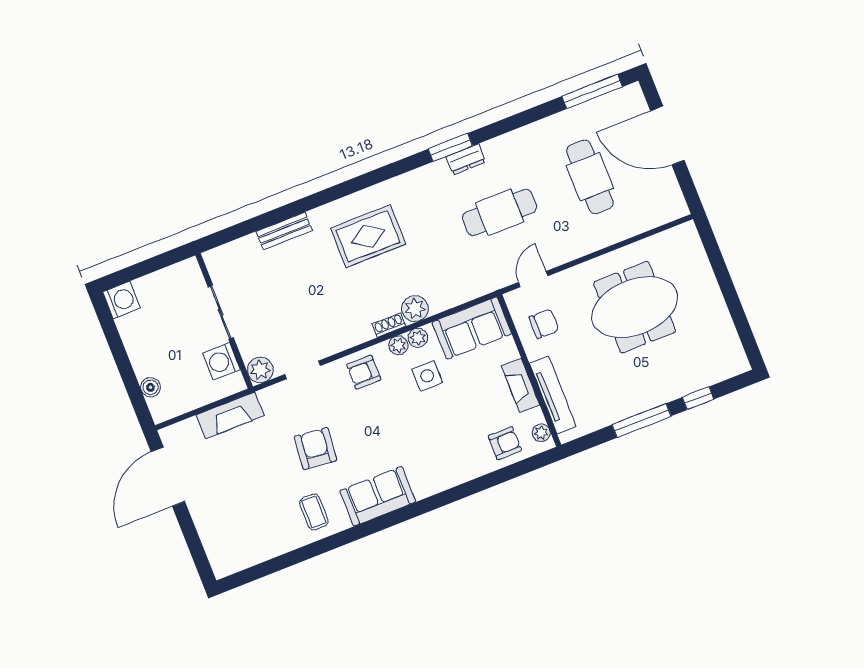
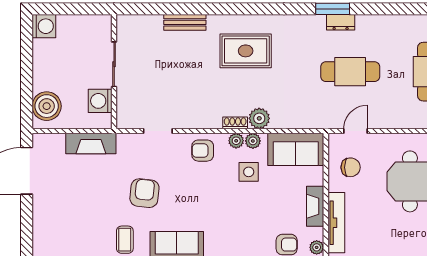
plant: (260, 370) -> (126, 119), removed
boiler: (151, 387) -> (47, 106), width x1.86, depth x1.86

